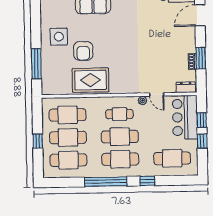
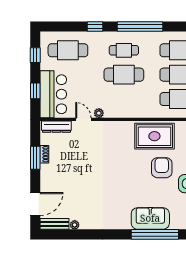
dresser: (186, 87) -> (56, 127), width x1.44
cafe table: (119, 114) -> (124, 99), removed
window: (202, 141) -> (35, 55), moved
cafe table: (120, 159) -> (124, 50), width x0.73, depth x0.74

